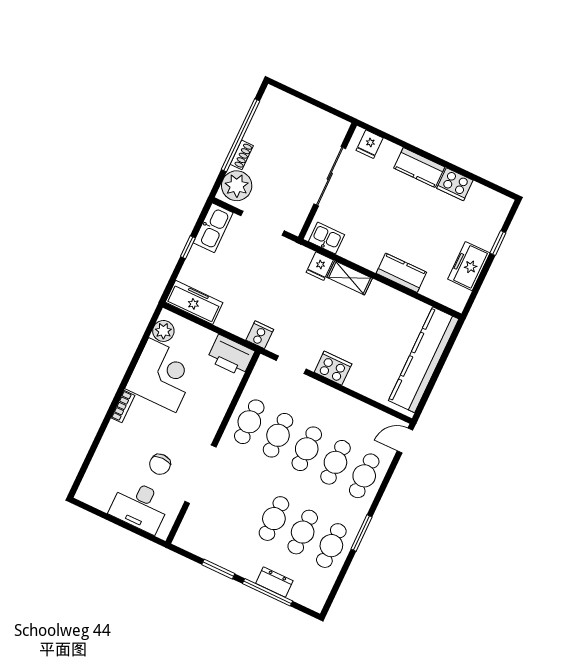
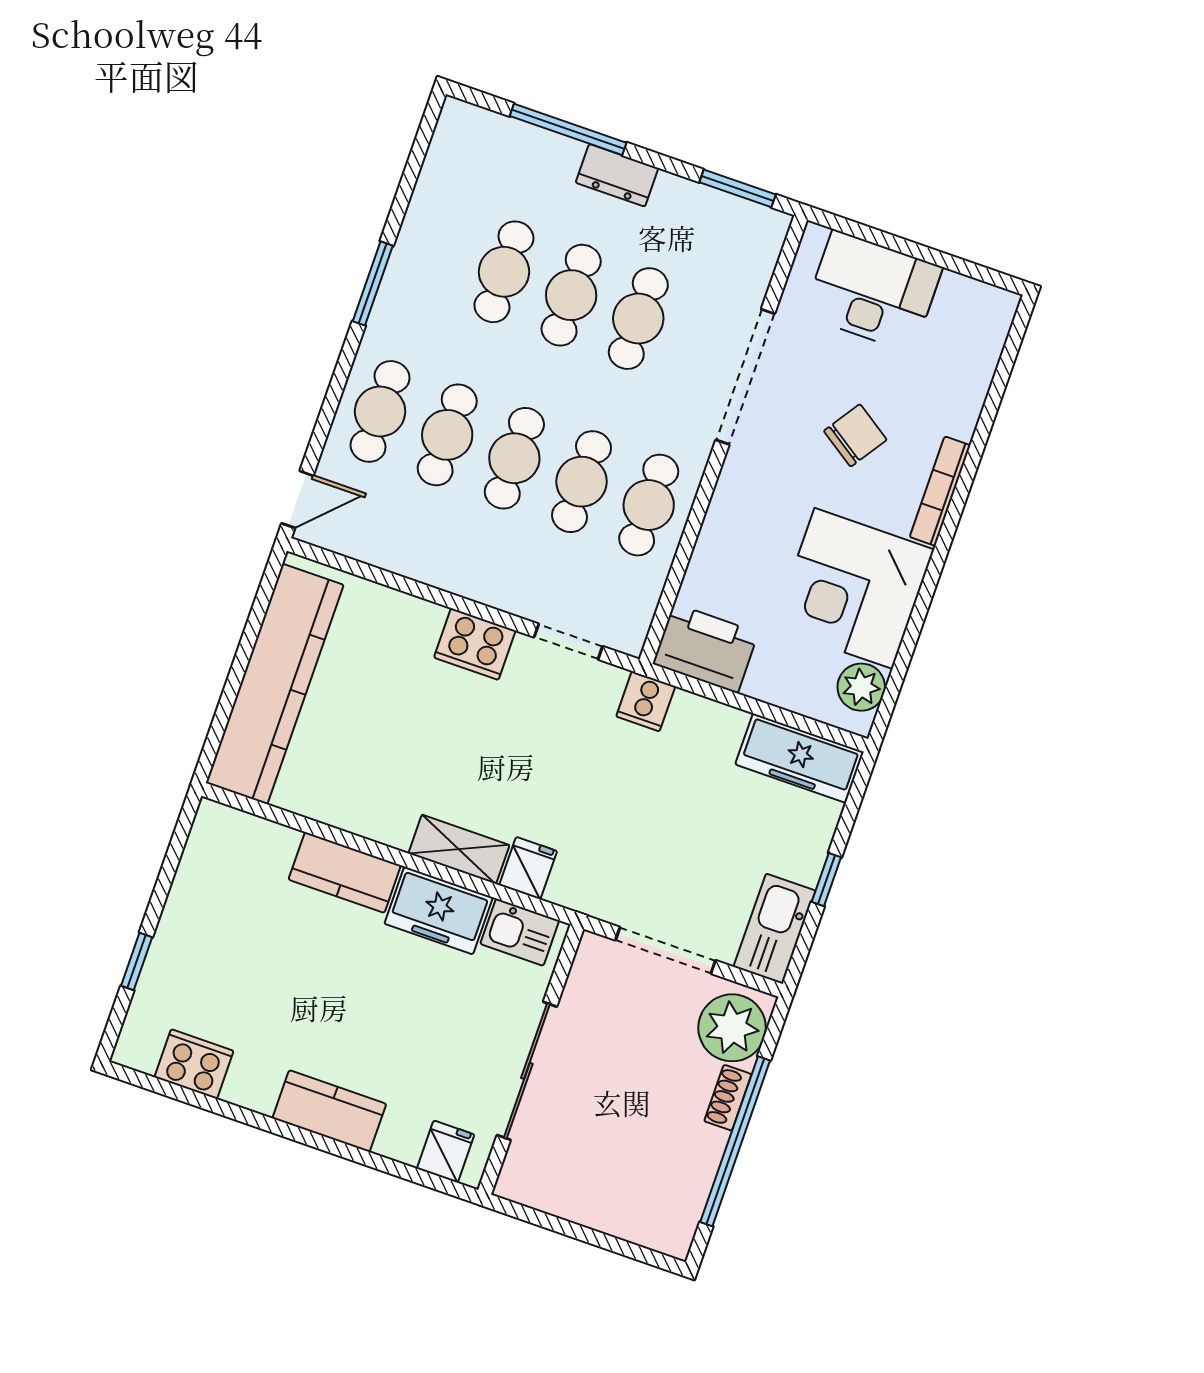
cooker: (455, 184) -> (194, 1064), moved
freezer: (469, 266) -> (439, 911), moved, turned 90
bookcase: (123, 407) -> (940, 491), width x1.56
chair: (160, 464) -> (855, 435), moved, turned 34
cafe table: (331, 546) -> (638, 319), moved
window: (218, 569) -> (738, 188), moved
dresser: (274, 582) -> (617, 175), moved

